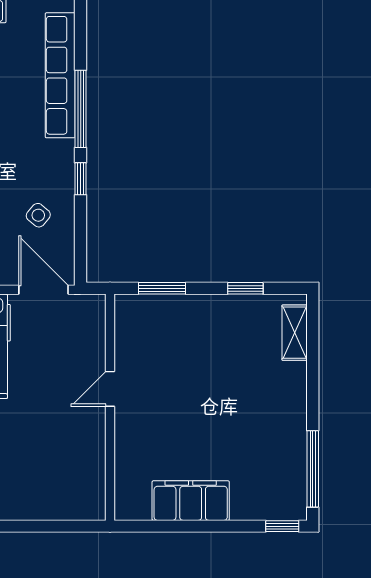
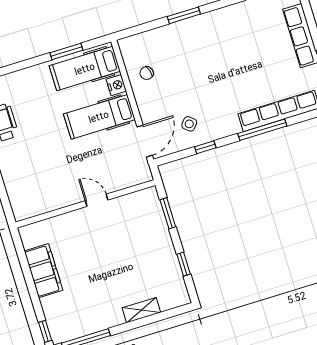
window: (81, 179) -> (205, 147), moved
shelving: (295, 333) -> (141, 310), moved

